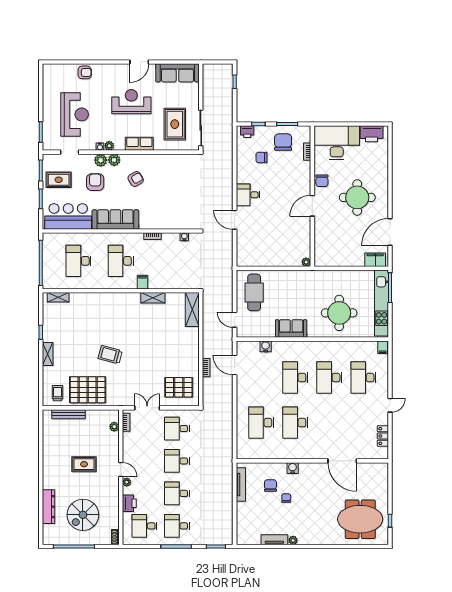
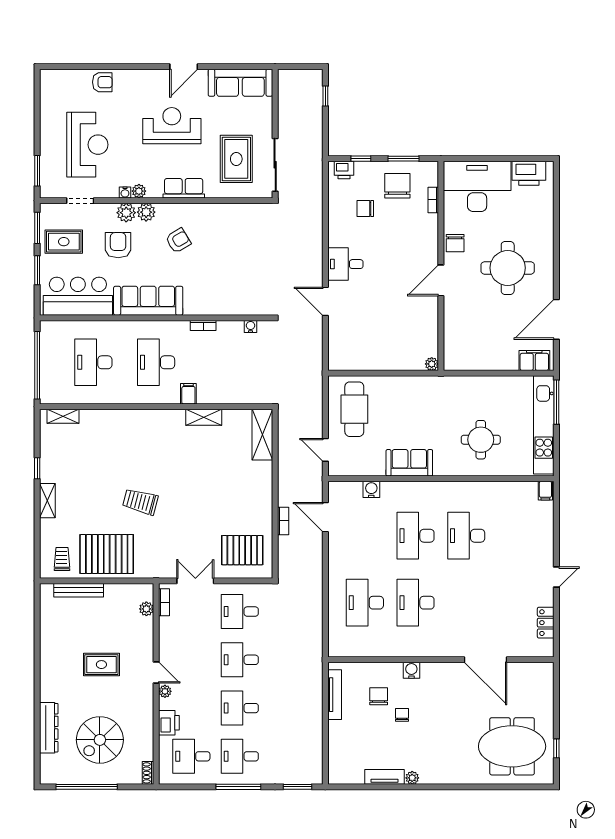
round table: (339, 313) -> (481, 440), width x0.73, depth x0.73
desk: (363, 378) -> (517, 536), removed

